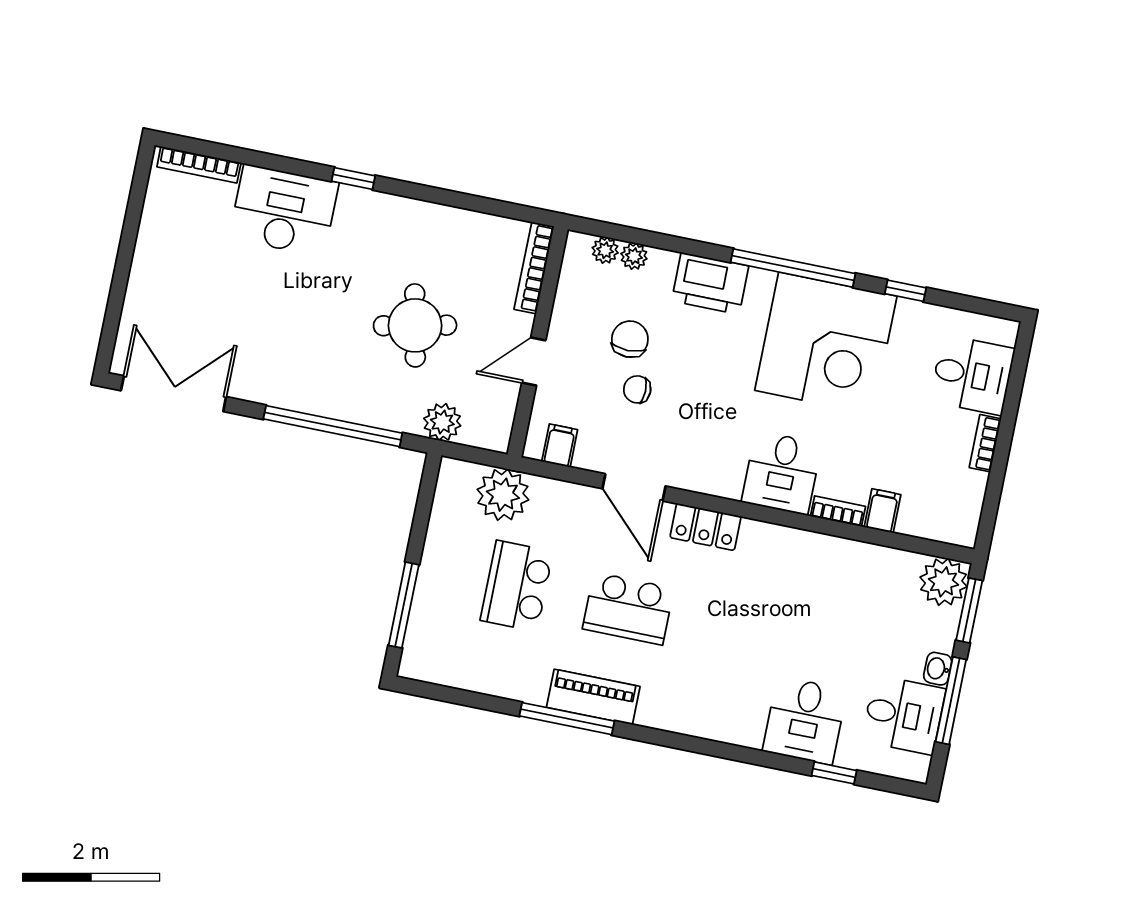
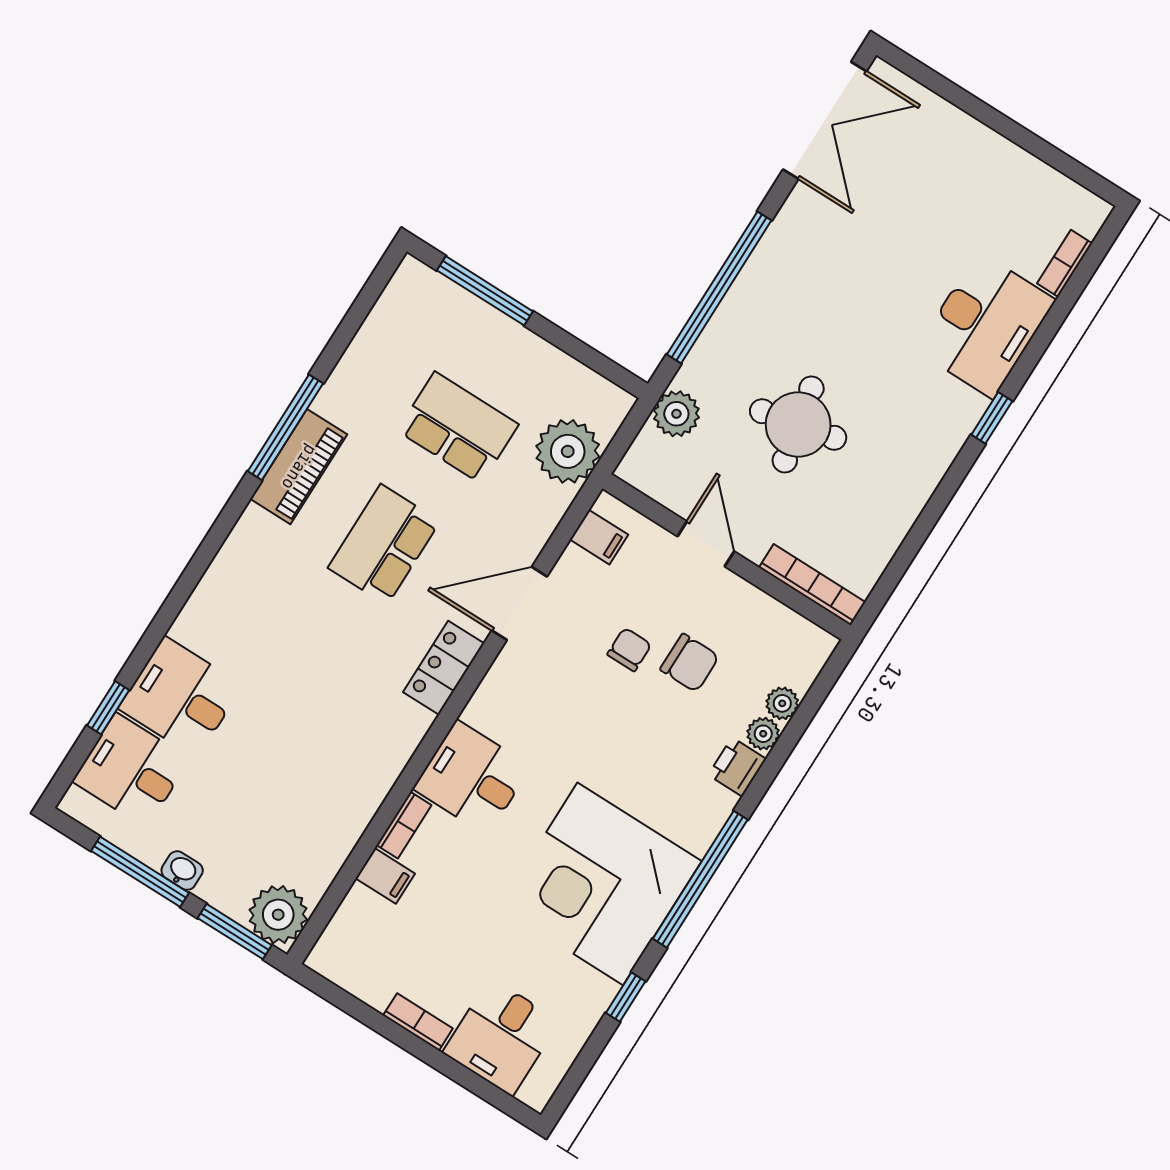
bookcase: (199, 165) -> (1065, 263), width x0.64
plant: (605, 250) -> (763, 734), moved
printer: (710, 283) -> (737, 767), width x0.53, depth x0.68
desk: (904, 715) -> (131, 770), moved, turned 90

